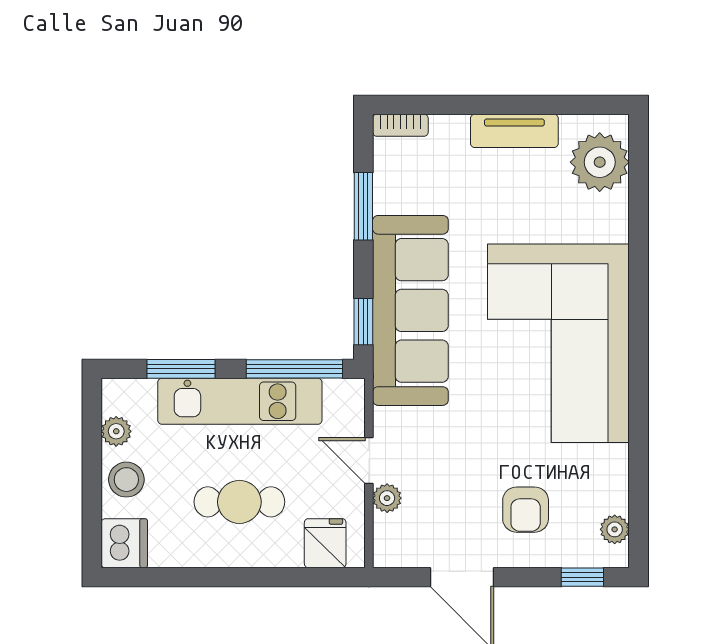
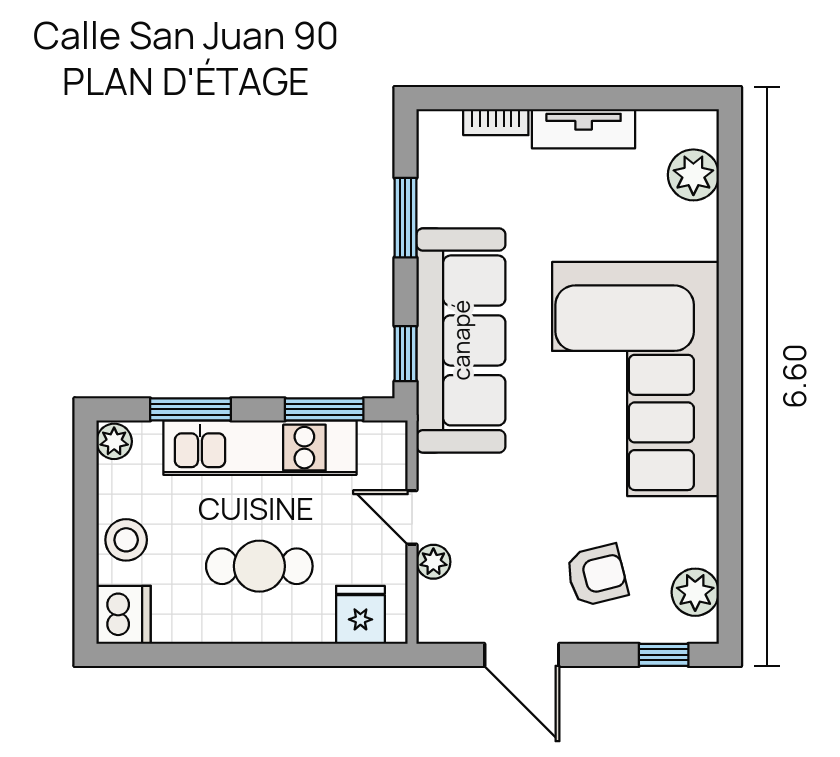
bookcase: (400, 125) -> (496, 122), moved
plant: (600, 162) -> (693, 175), width x0.73, depth x0.73
window: (294, 369) -> (324, 409), width x0.69
plant: (116, 431) -> (114, 441), moved
armchair: (526, 510) -> (597, 575), turned -104
plant: (615, 529) -> (695, 592), width x1.38, depth x1.38

